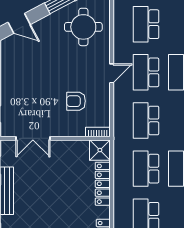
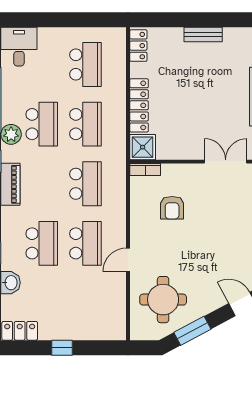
school desk: (146, 24) -> (85, 303), removed
door: (112, 73) -> (128, 260), moved
armchair: (76, 101) -> (172, 208), turned 90

